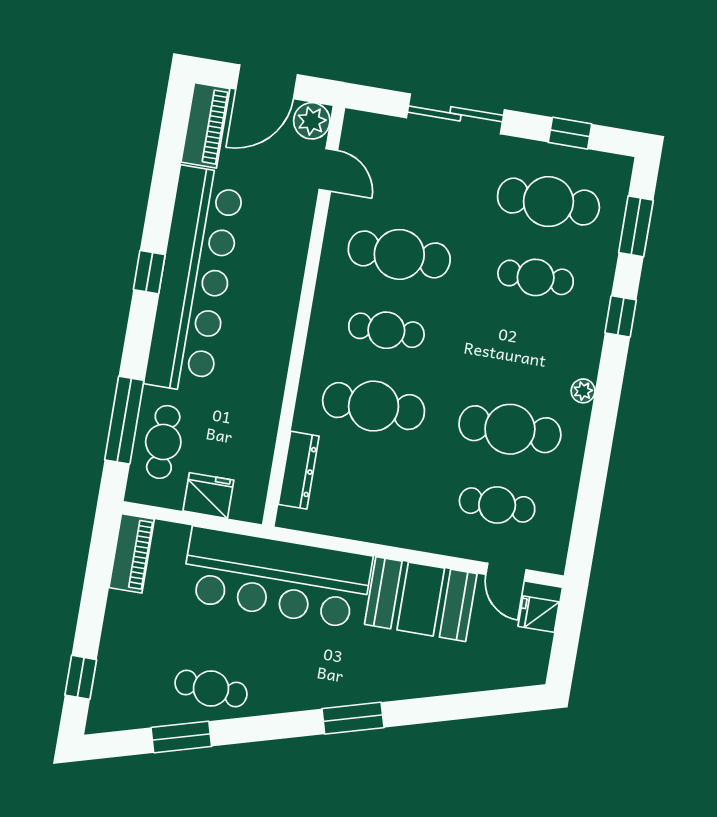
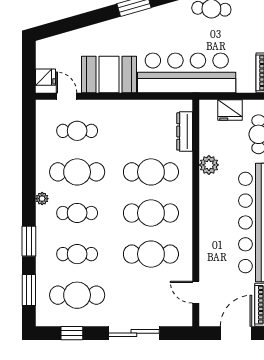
plant: (312, 121) -> (209, 165), moved
window: (621, 316) -> (29, 241), width x1.50
cafe table: (386, 330) -> (151, 213), width x1.37, depth x1.35
cafe table: (523, 353) -> (77, 213), added

